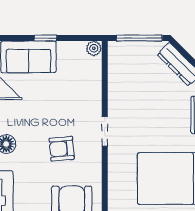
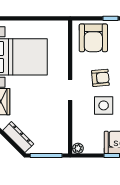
side table: (57, 109) -> (104, 105), added

